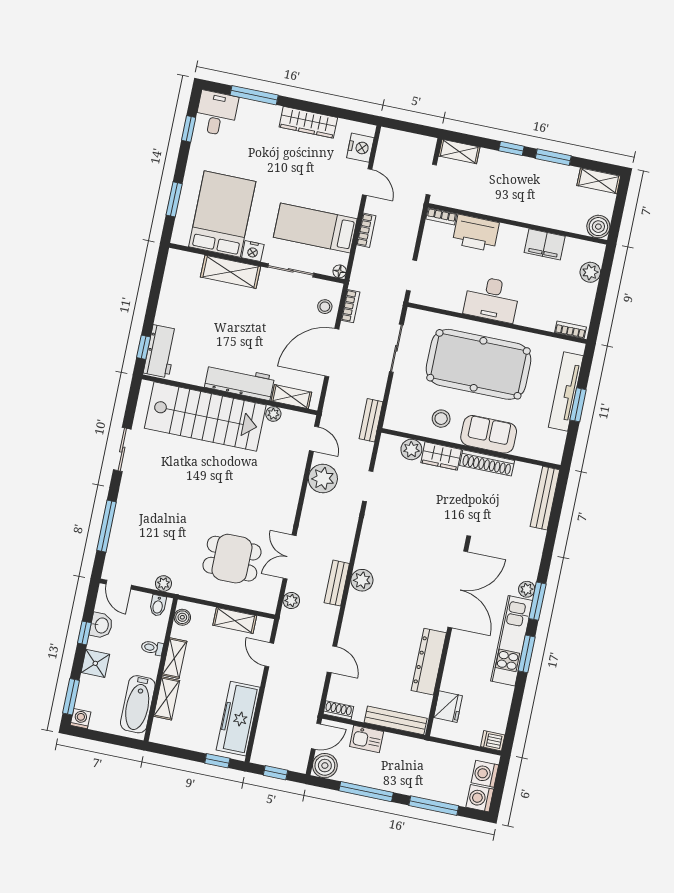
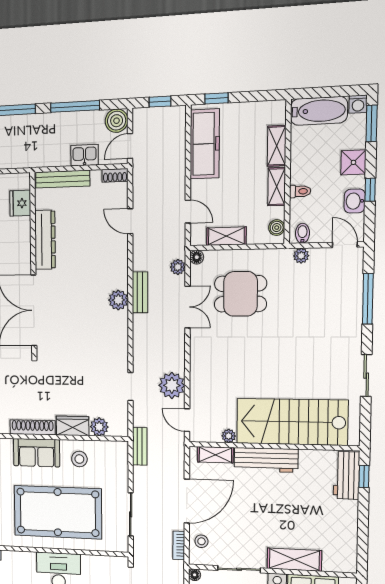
floor lamp: (270, 606) -> (197, 257), added
bathtub: (138, 704) -> (319, 111), moved, turned 90

